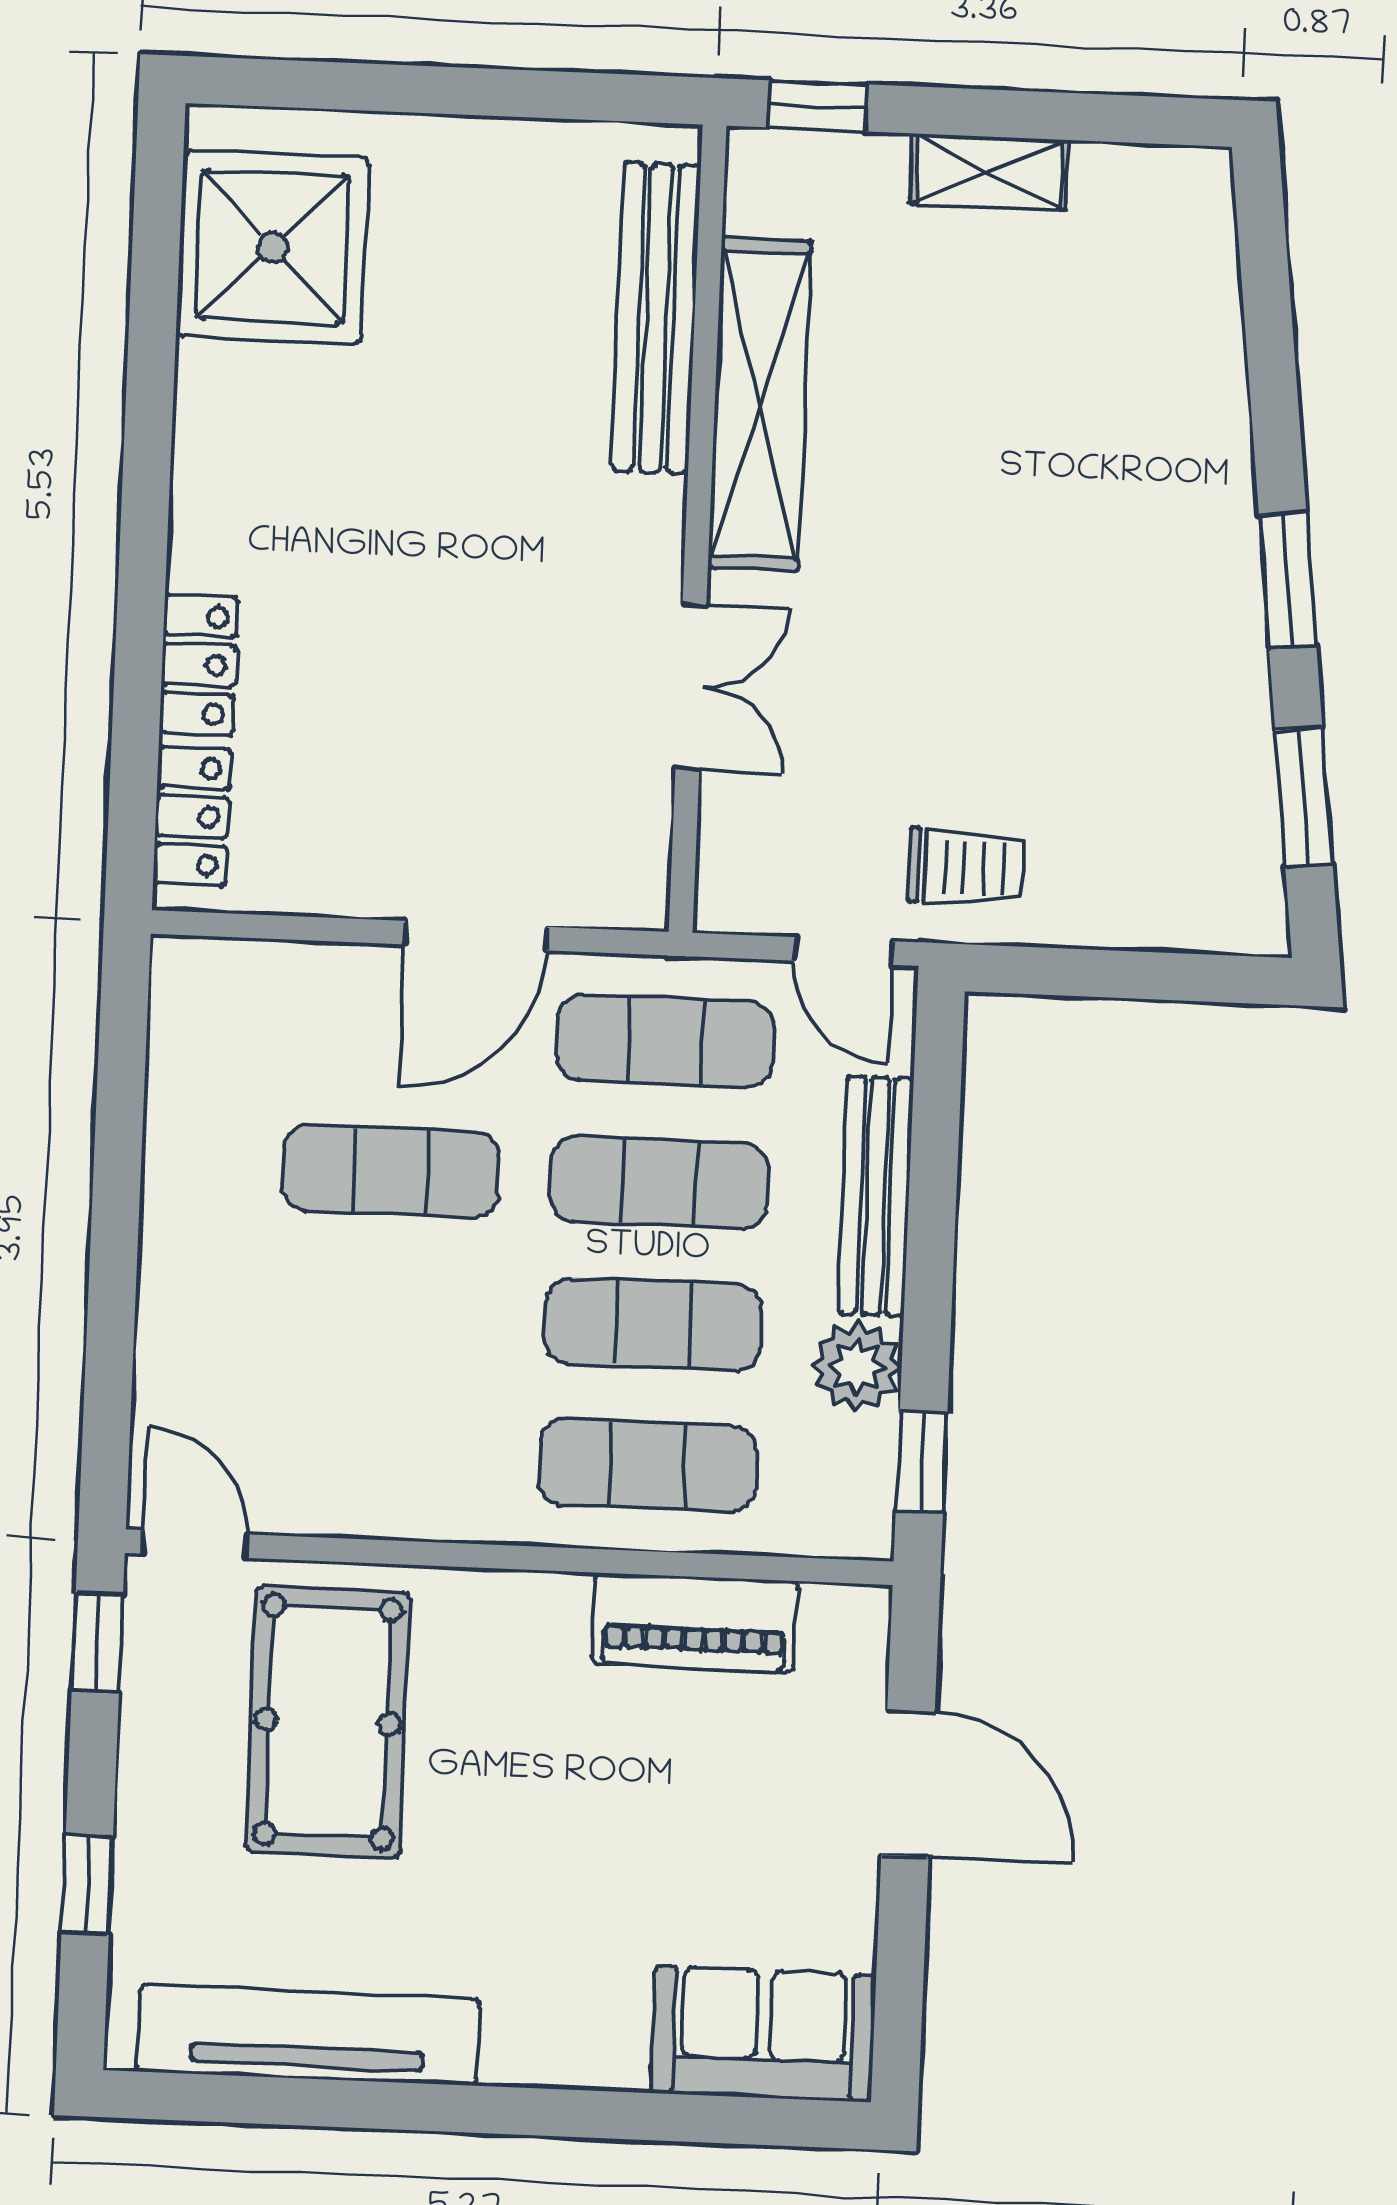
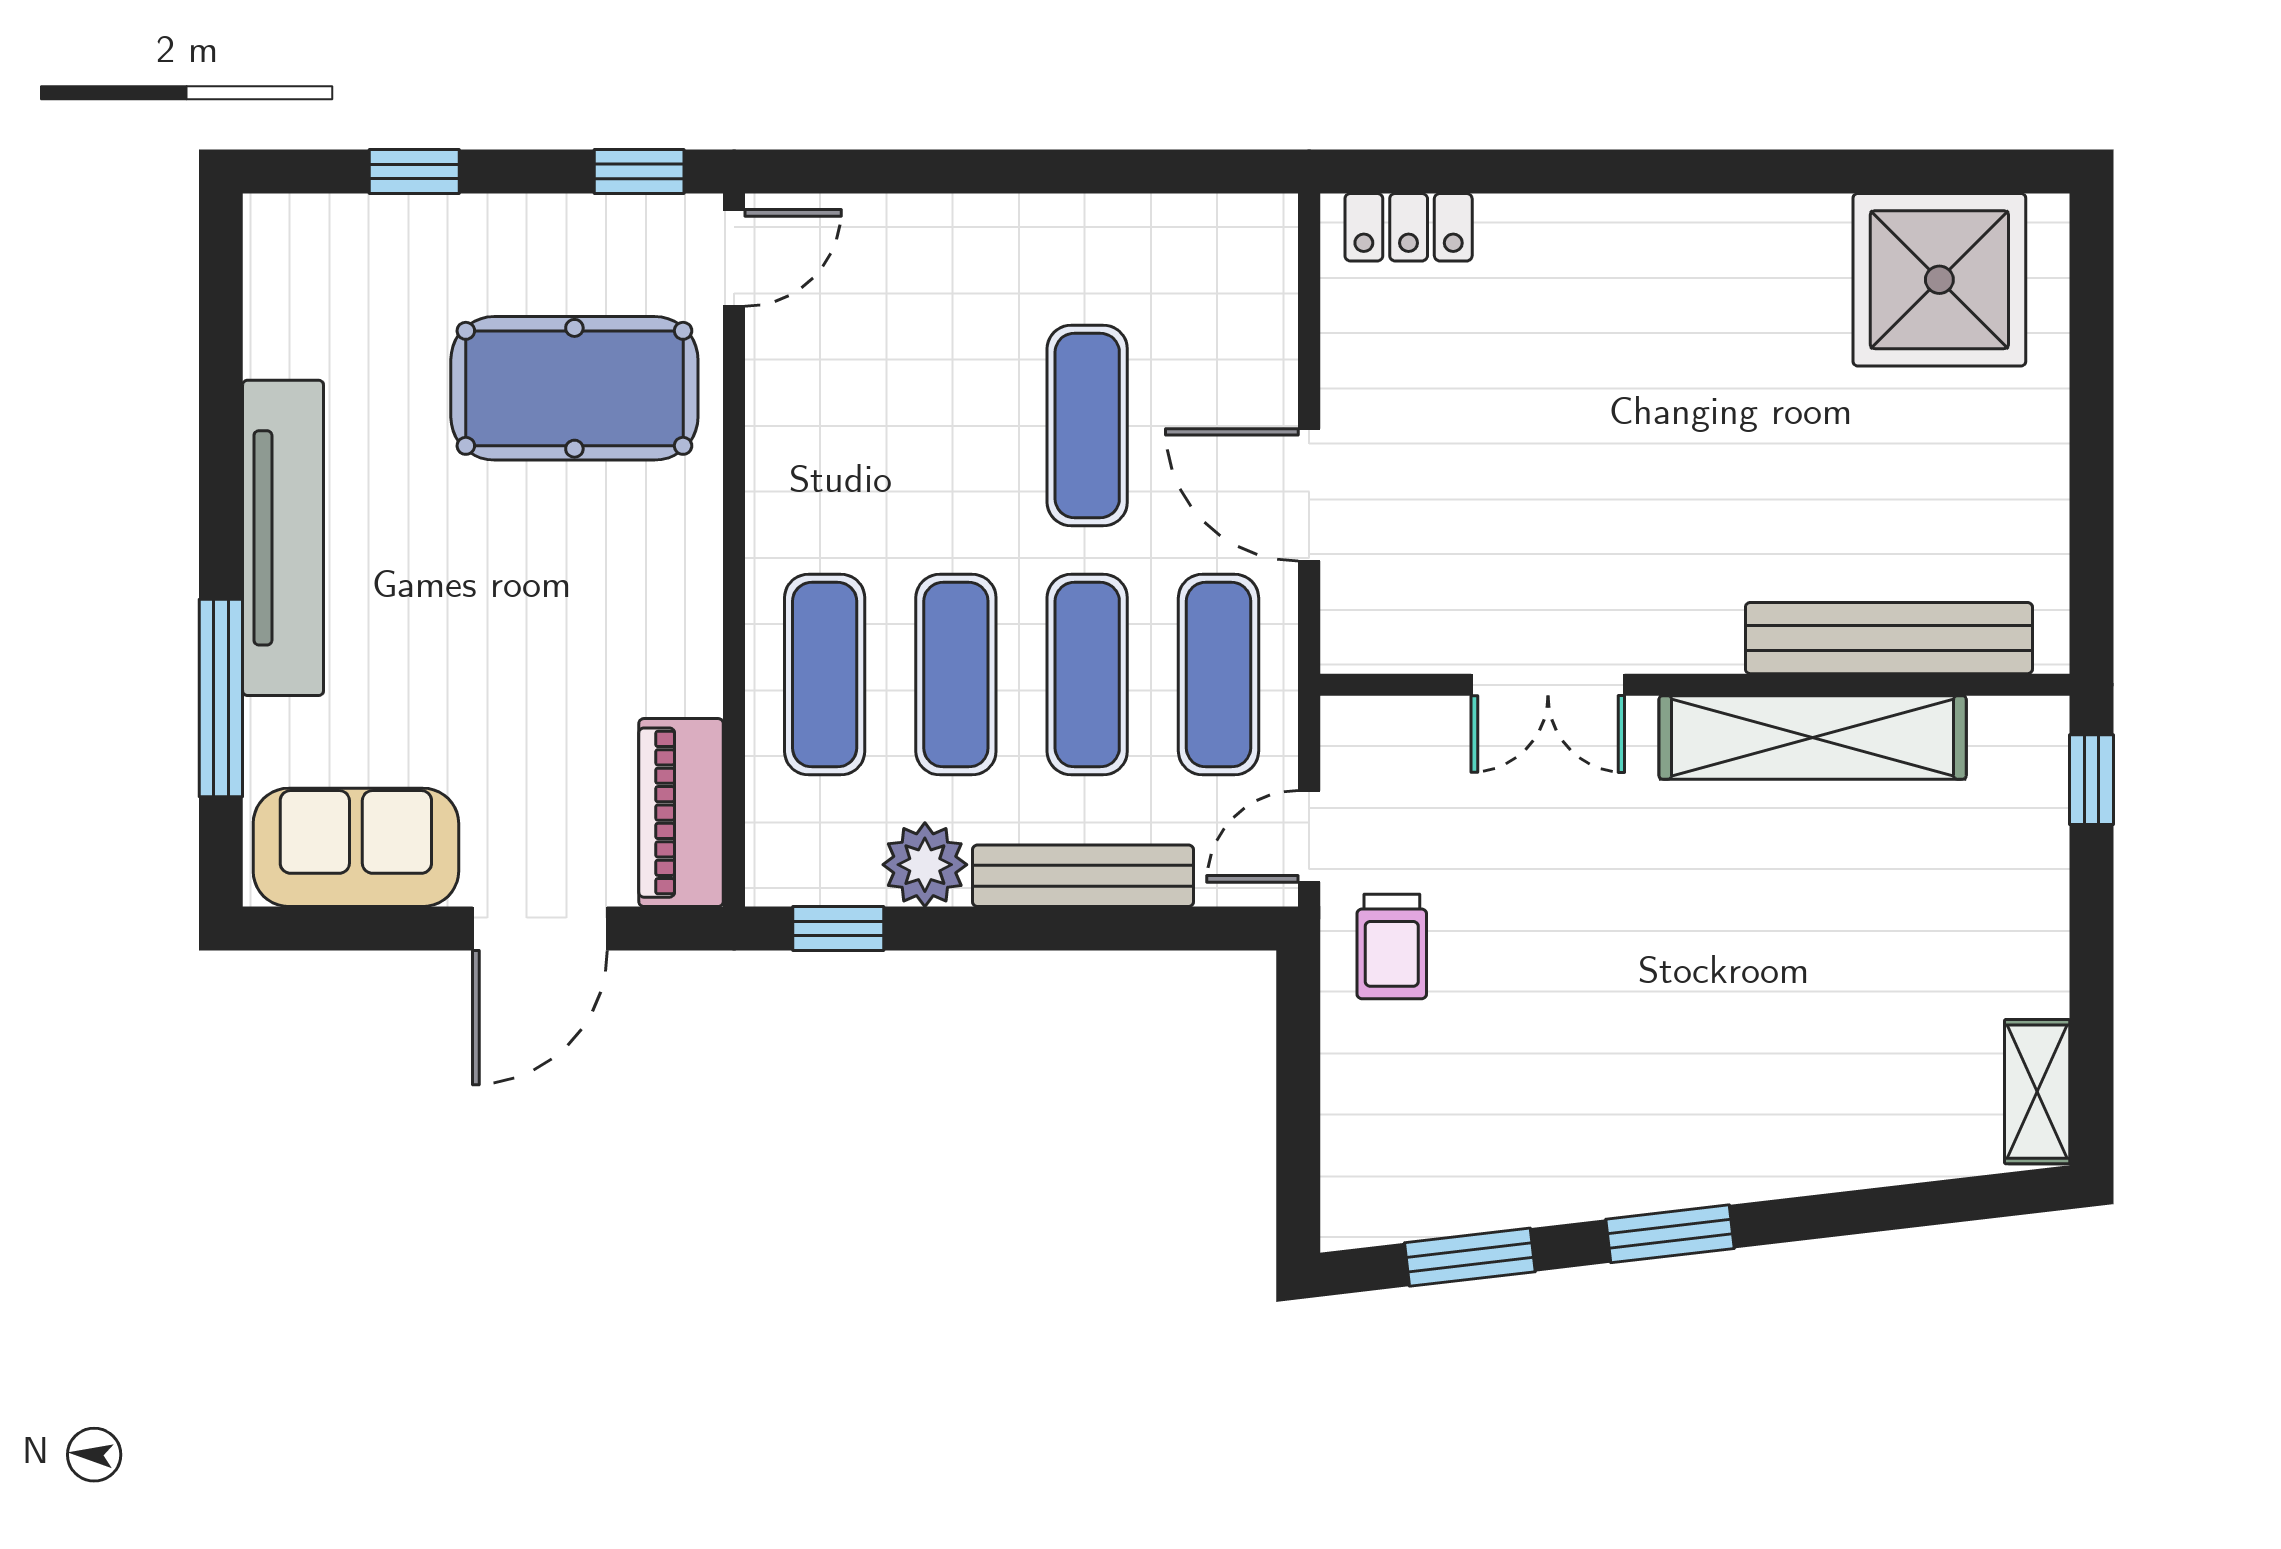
shelving: (989, 172) -> (2037, 1092), moved
locker: (199, 665) -> (1549, 228), removed
piano: (695, 1622) -> (681, 813), moved
sofa: (763, 2034) -> (356, 847), moved, turned -90
tv unit: (308, 2035) -> (283, 538), moved
window: (645, 2116) -> (221, 698), added

